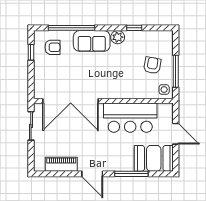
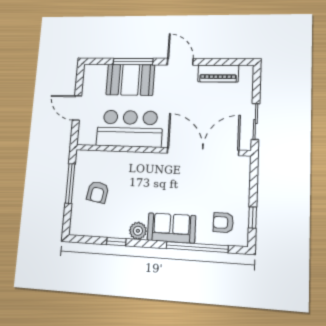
side table: (164, 90) -> (86, 162), removed
booth: (154, 158) -> (130, 80), moved

